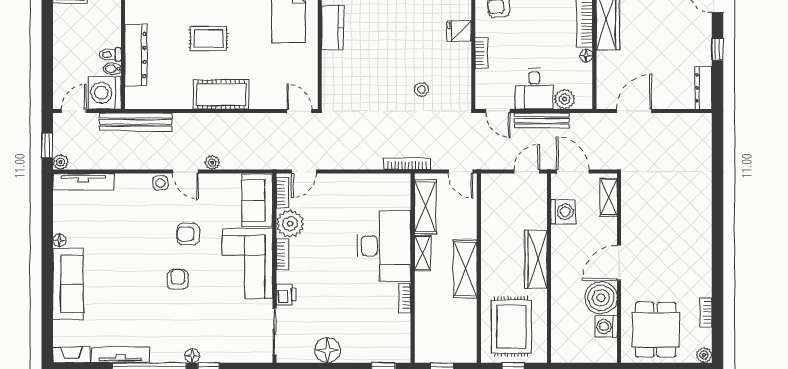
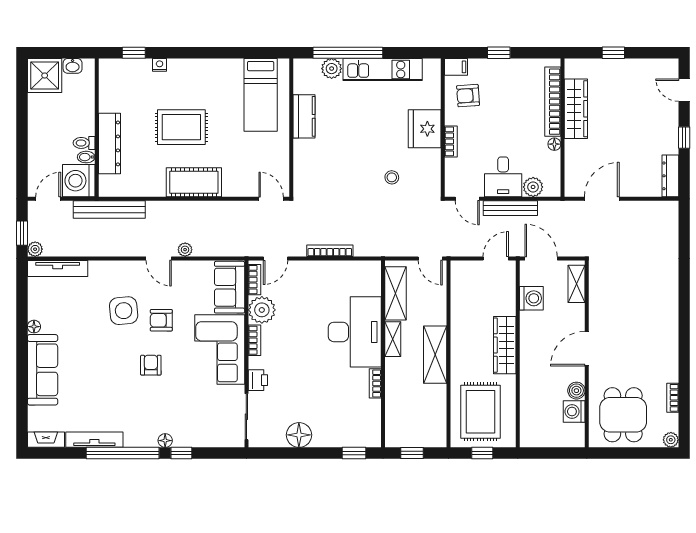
fridge: (459, 31) -> (425, 129), width x1.88, depth x1.34
rug: (209, 39) -> (181, 127), width x1.36, depth x1.43
bookcase: (407, 164) -> (330, 251), moved
side table: (160, 183) -> (124, 311), moved, width x1.87, depth x1.87
boiler: (601, 298) -> (576, 391), width x0.54, depth x0.54

